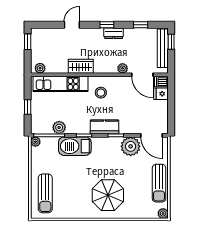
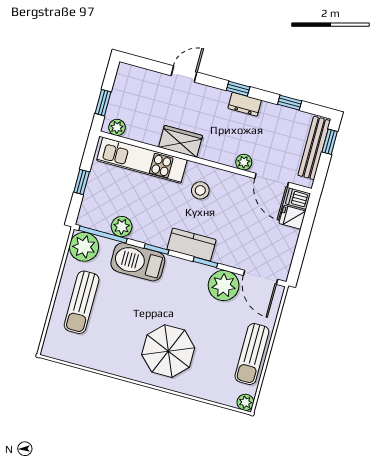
window: (28, 42) -> (103, 103), moved
plant: (35, 142) -> (84, 247), width x1.87, depth x1.87
sun lounger: (45, 193) -> (82, 302), moved

